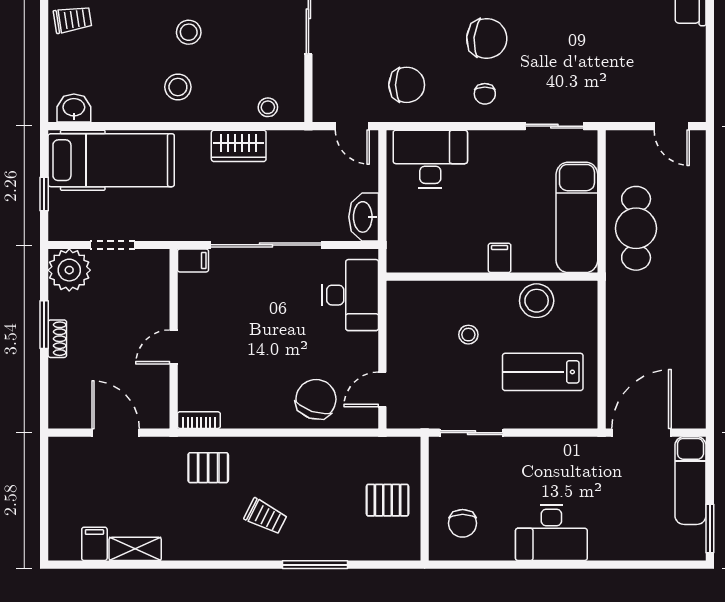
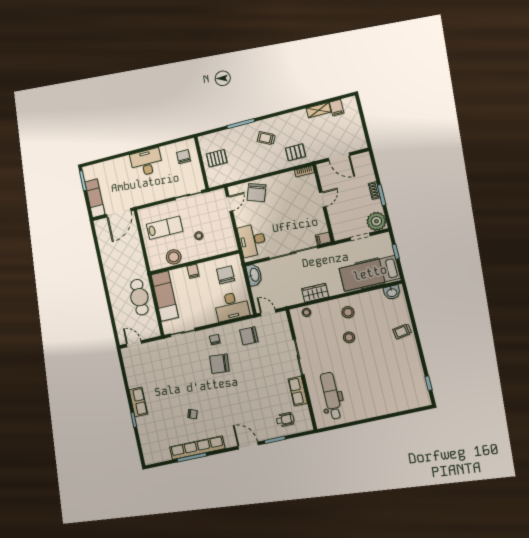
chair: (428, 232) -> (226, 275), added

